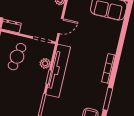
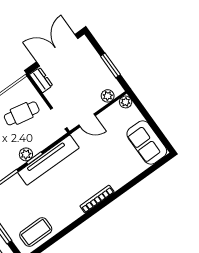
plant: (45, 63) -> (26, 154), moved
window: (108, 99) -> (72, 227), removed

